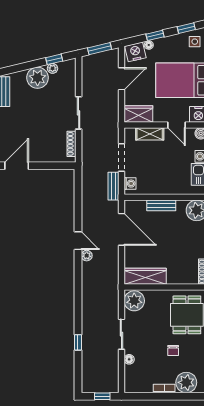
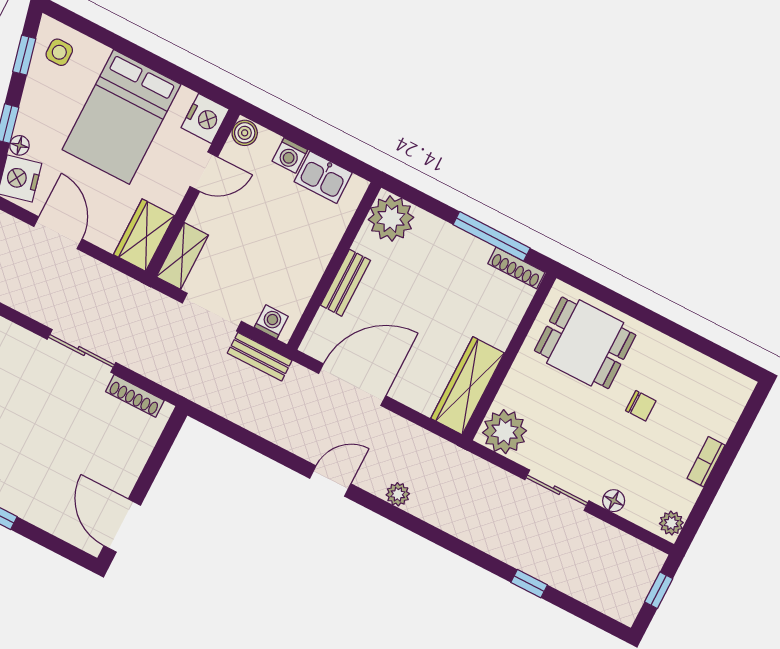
shelving: (150, 134) -> (182, 256), moved
plant: (87, 256) -> (398, 494), moved
plant: (186, 382) -> (671, 523), moved, width x0.53, depth x0.53

